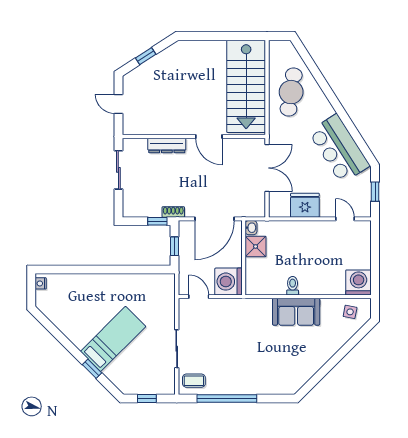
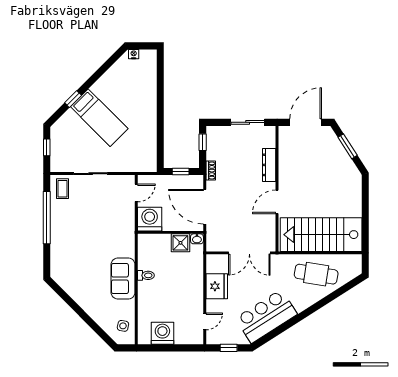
window: (146, 56) -> (348, 146), width x1.50
door: (118, 104) -> (306, 122), width x1.87
window: (157, 221) -> (203, 142), moved
washing machine: (359, 282) -> (162, 333), moved, turned -90
nightstand: (41, 283) -> (134, 54), moved

